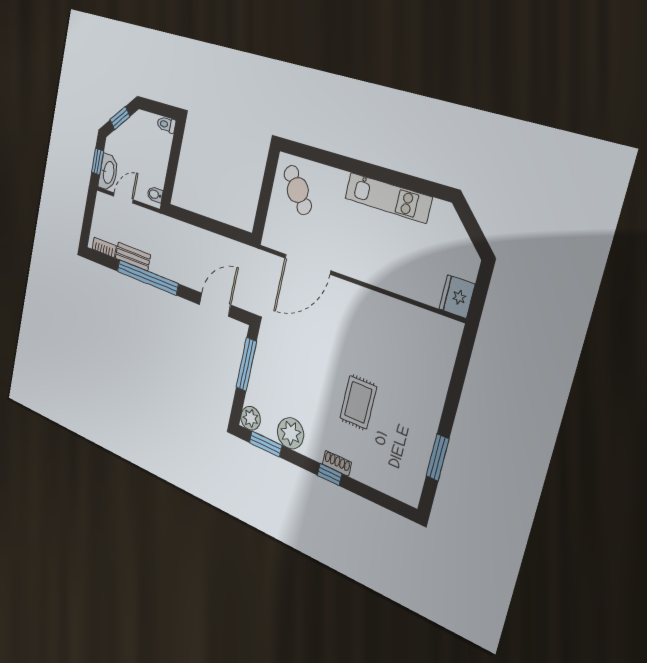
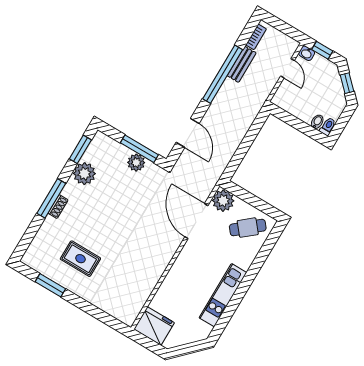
washbasin: (108, 172) -> (307, 53), width x0.52, depth x0.69
bidet: (155, 194) -> (317, 122), moved
plant: (276, 234) -> (223, 201), added
fridge: (457, 297) -> (154, 326), width x1.36, depth x1.34
rug: (358, 402) -> (80, 259), moved
plant: (251, 418) -> (136, 163), moved
window: (330, 474) -> (51, 198), width x2.17

